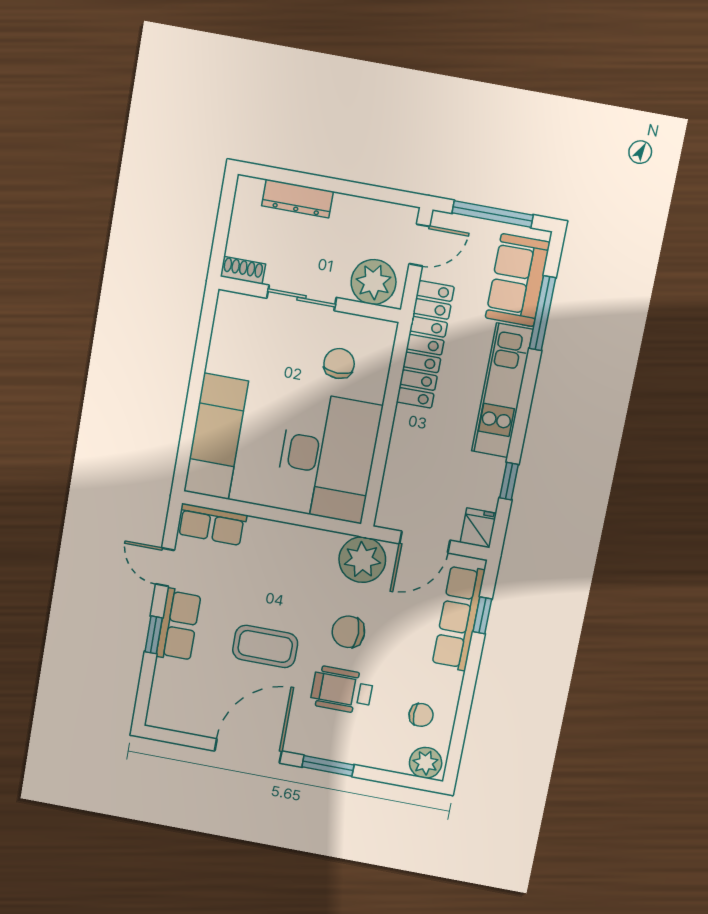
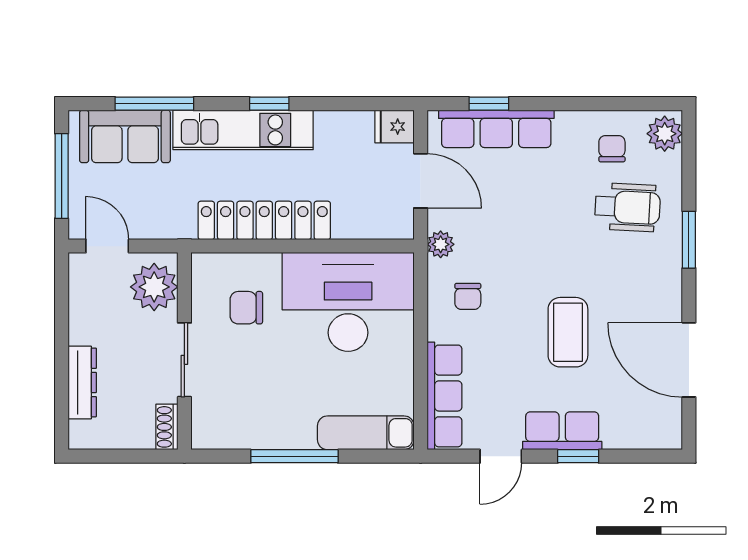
locker: (425, 345) -> (264, 220), moved
window: (196, 383) -> (294, 456), added
exam couch: (216, 436) -> (366, 433), width x0.73, depth x0.69
window: (509, 481) -> (269, 104), moved
row of seats: (212, 524) -> (444, 396), width x1.48
plant: (362, 560) -> (441, 244), width x0.53, depth x0.53
chair: (348, 632) -> (468, 296), moved, width x0.73, depth x0.73
wheelchair: (342, 690) -> (628, 207), moved, turned -87
door: (248, 751) -> (689, 360), moved

